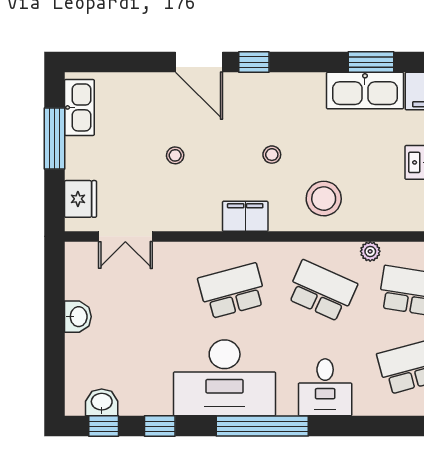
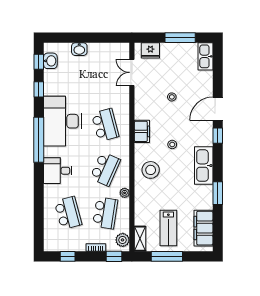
kitchen sink: (365, 91) -> (204, 166), moved
kitchen sink: (79, 107) -> (205, 56), moved, turned 90
washbasin: (78, 317) -> (79, 49), moved

